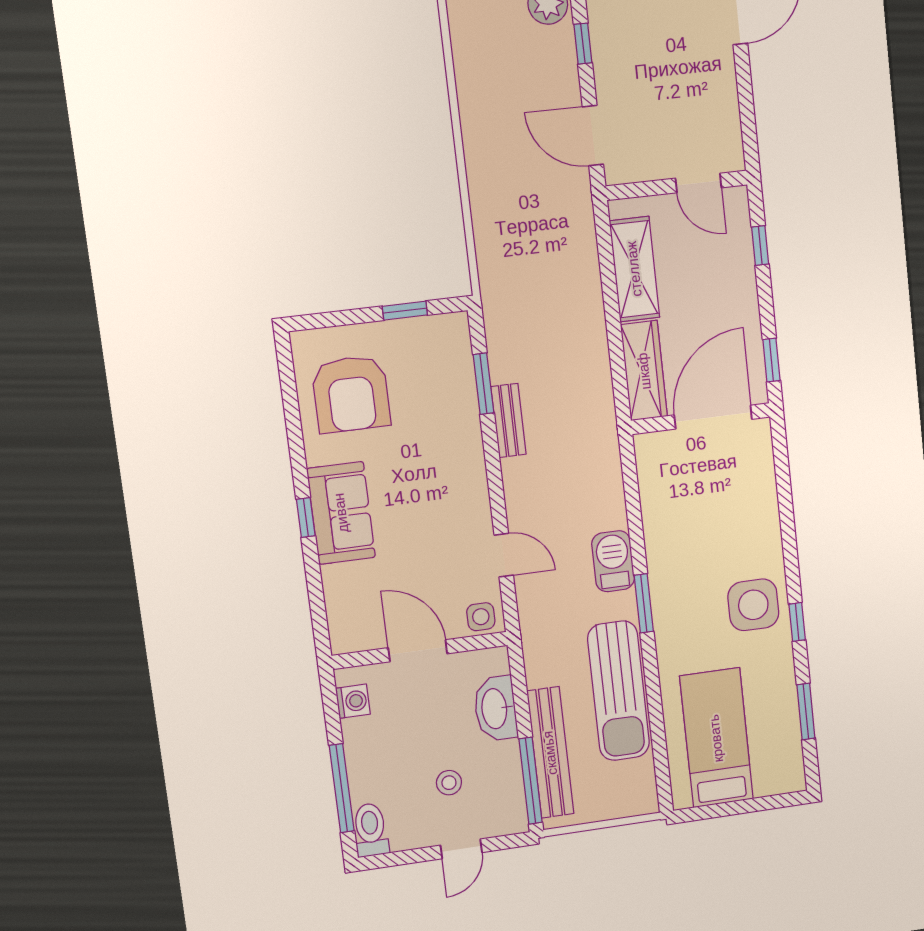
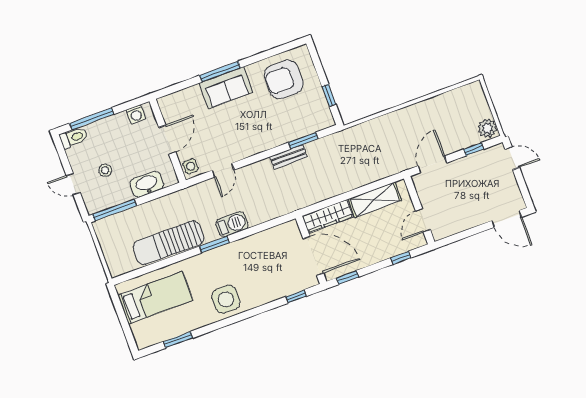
window: (306, 518) -> (220, 72), width x2.17
window: (797, 622) -> (296, 296), moved
bench: (550, 753) -> (131, 217), removed

